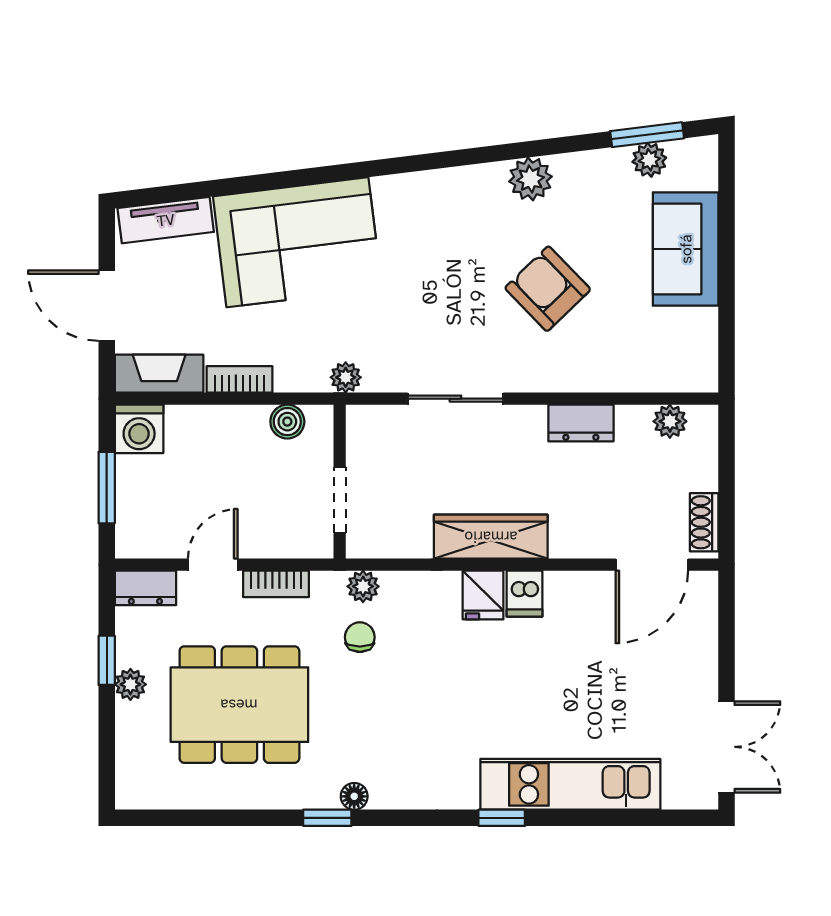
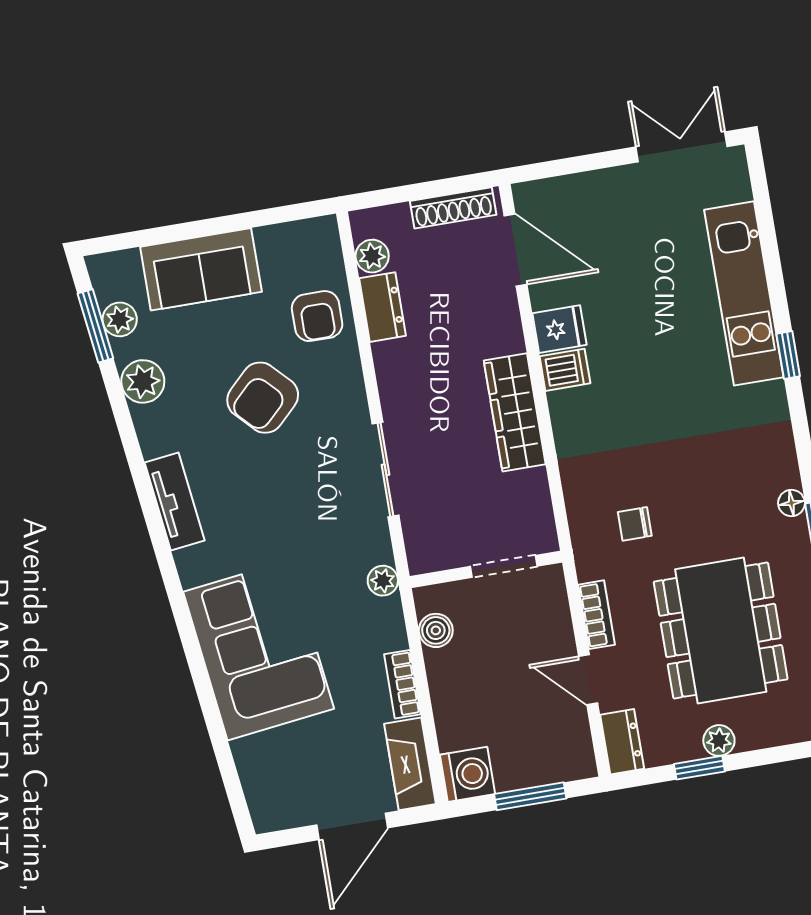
plant: (530, 179) -> (143, 381), moved
tv unit: (166, 220) -> (175, 501), moved
armchair: (620, 356) -> (317, 316), added
dresser: (581, 423) -> (383, 307), moved
shoe rack: (704, 522) -> (453, 208), width x1.43
plant: (363, 586) -> (585, 529), removed
fridge: (483, 595) -> (559, 329), moved

